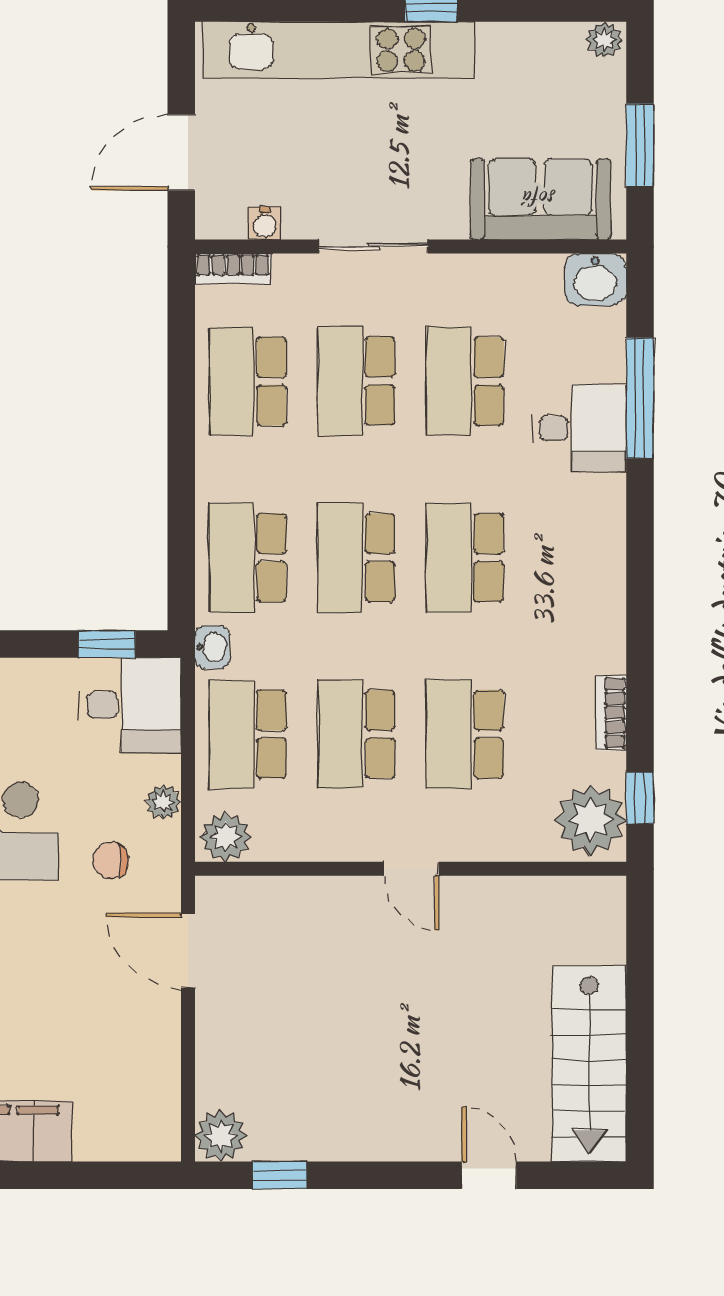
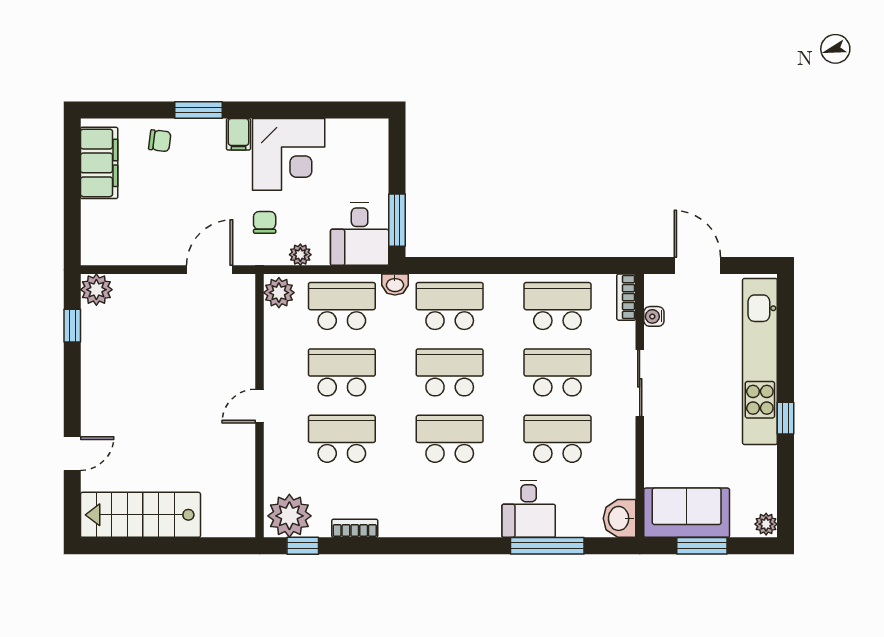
sofa: (540, 199) -> (687, 513), moved, turned -90
window: (107, 644) -> (397, 220), width x1.50

